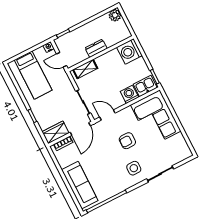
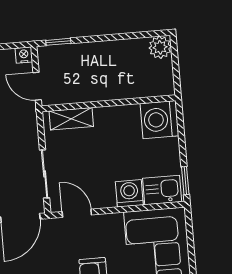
dresser: (96, 48) -> (104, 91), removed

